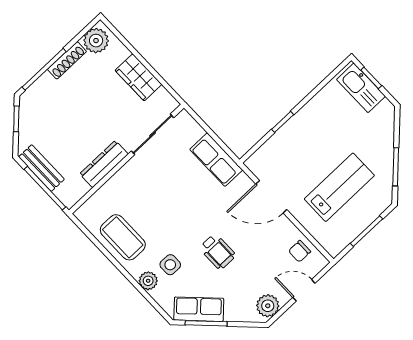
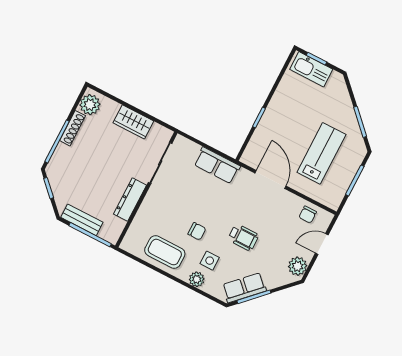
door: (271, 197) -> (271, 179), swing flipped
chair: (167, 226) -> (197, 231), added

